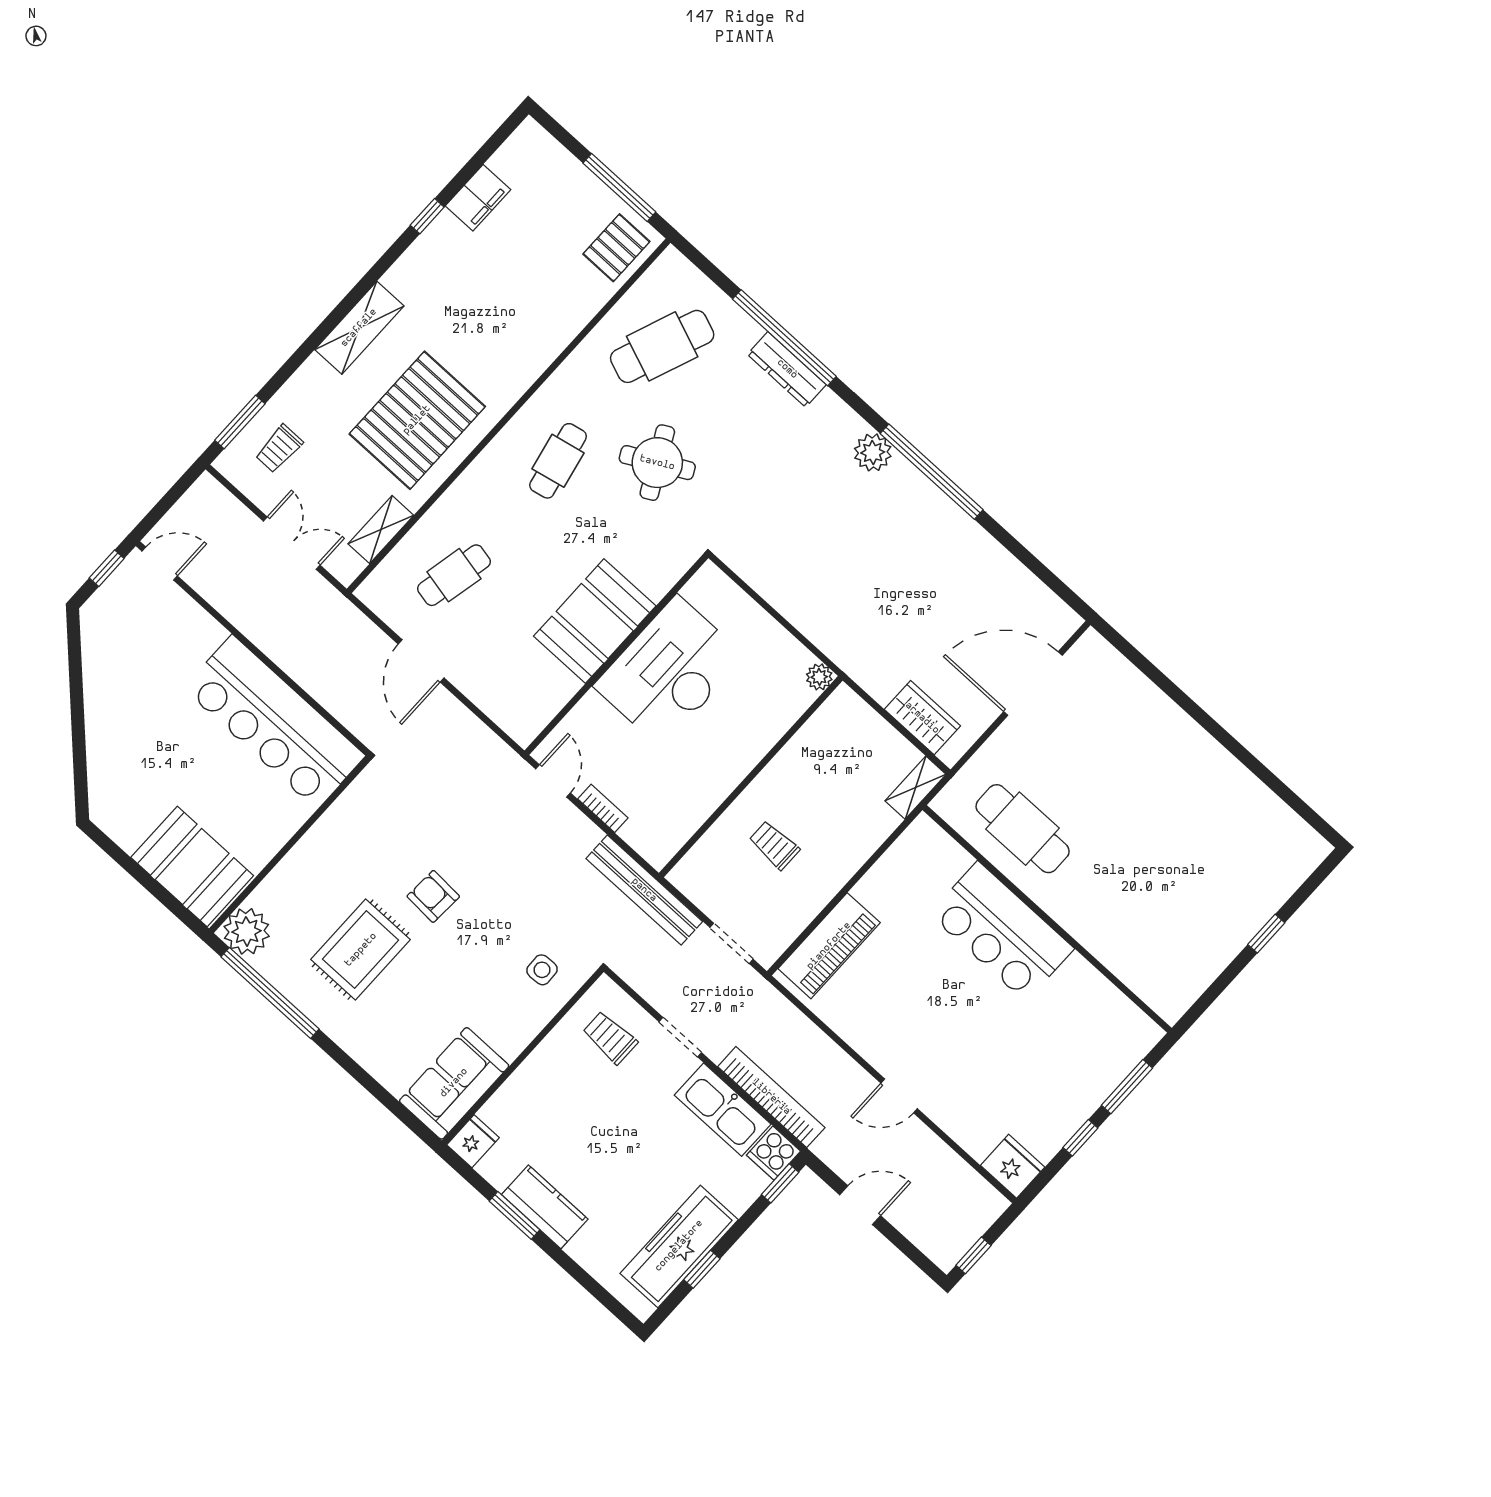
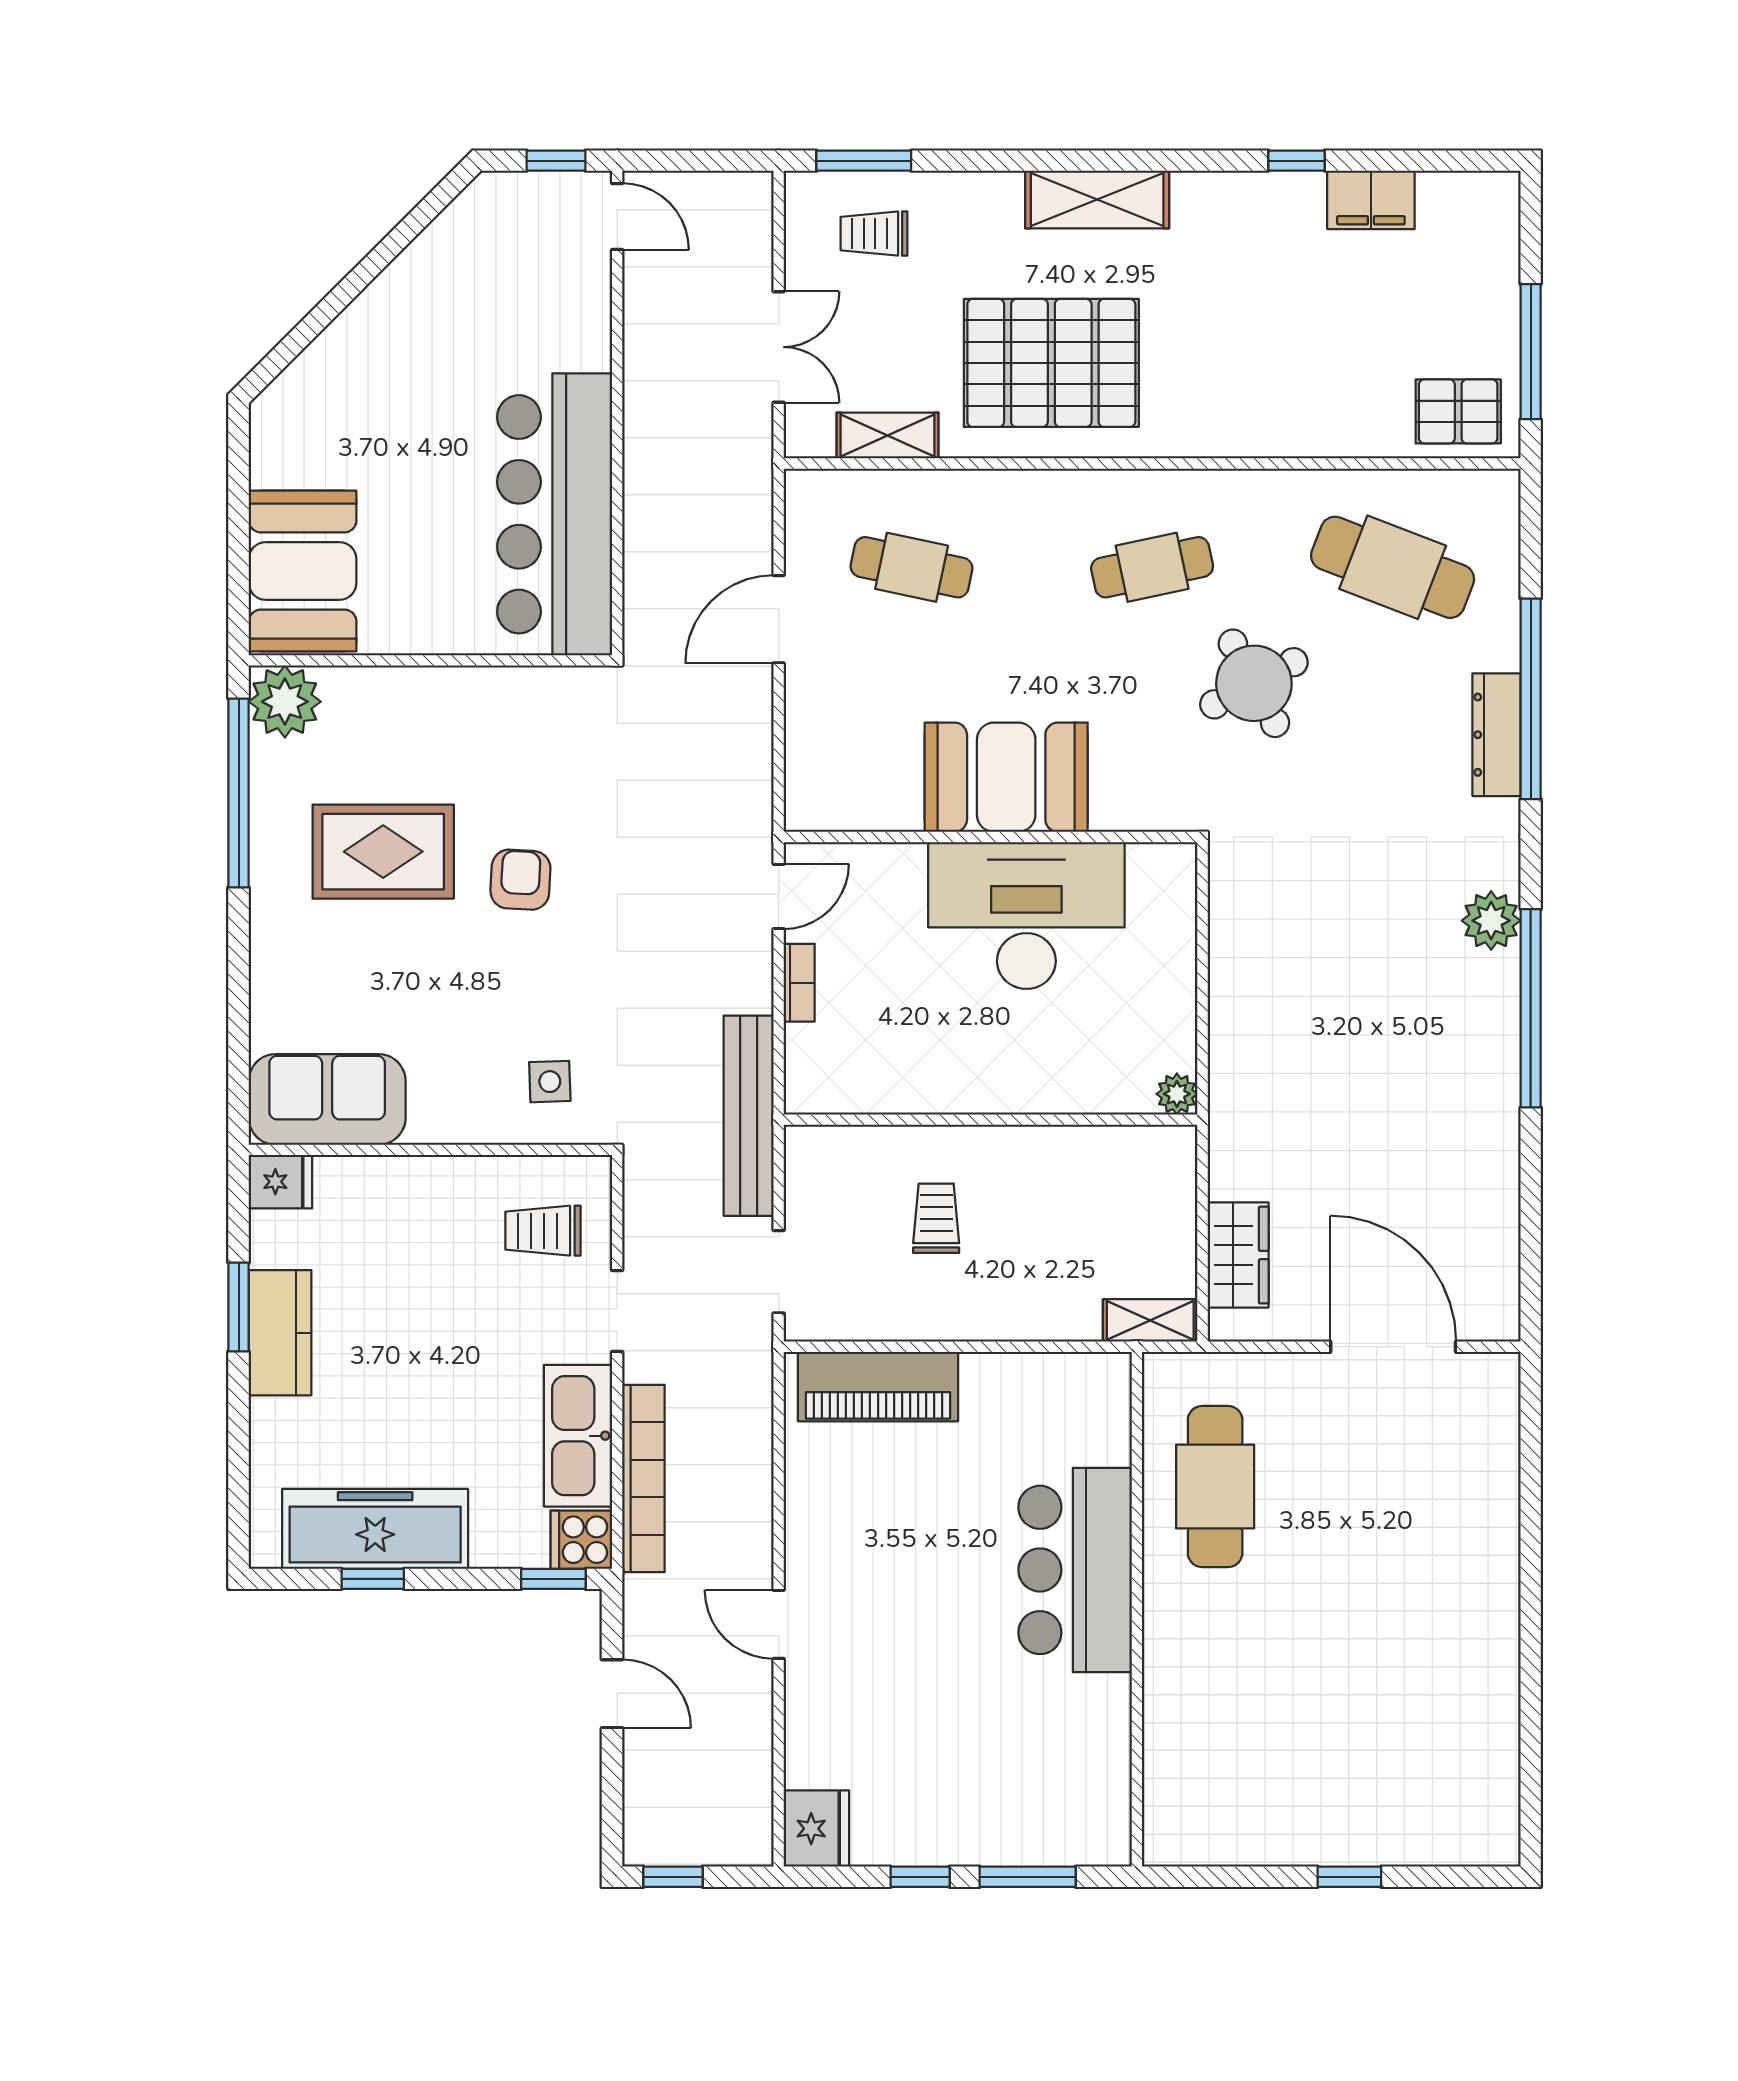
trolley: (610, 1038) -> (543, 1231), turned -90

